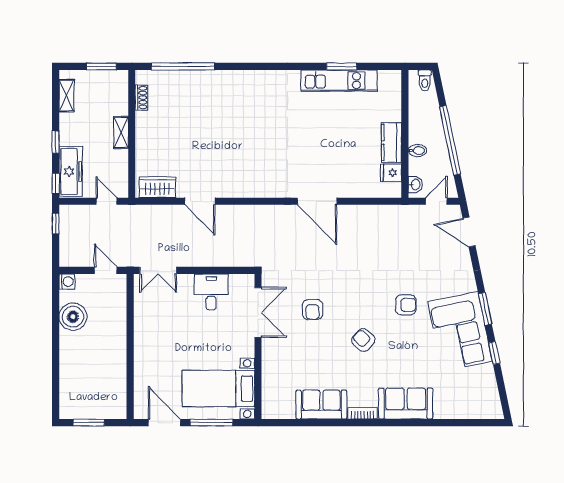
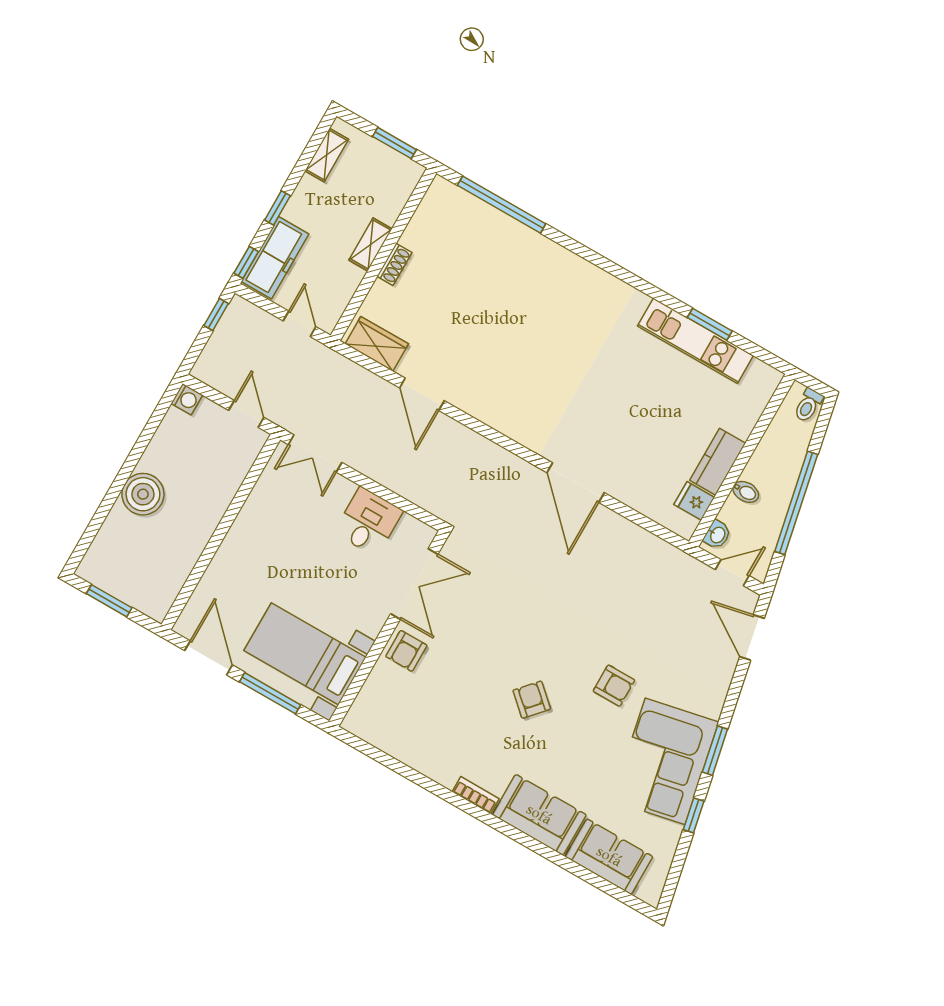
shoe rack: (141, 98) -> (394, 264), moved
armchair: (312, 310) -> (406, 651), moved
boiler: (73, 317) -> (143, 494), moved
sofa: (321, 405) -> (609, 857), moved

